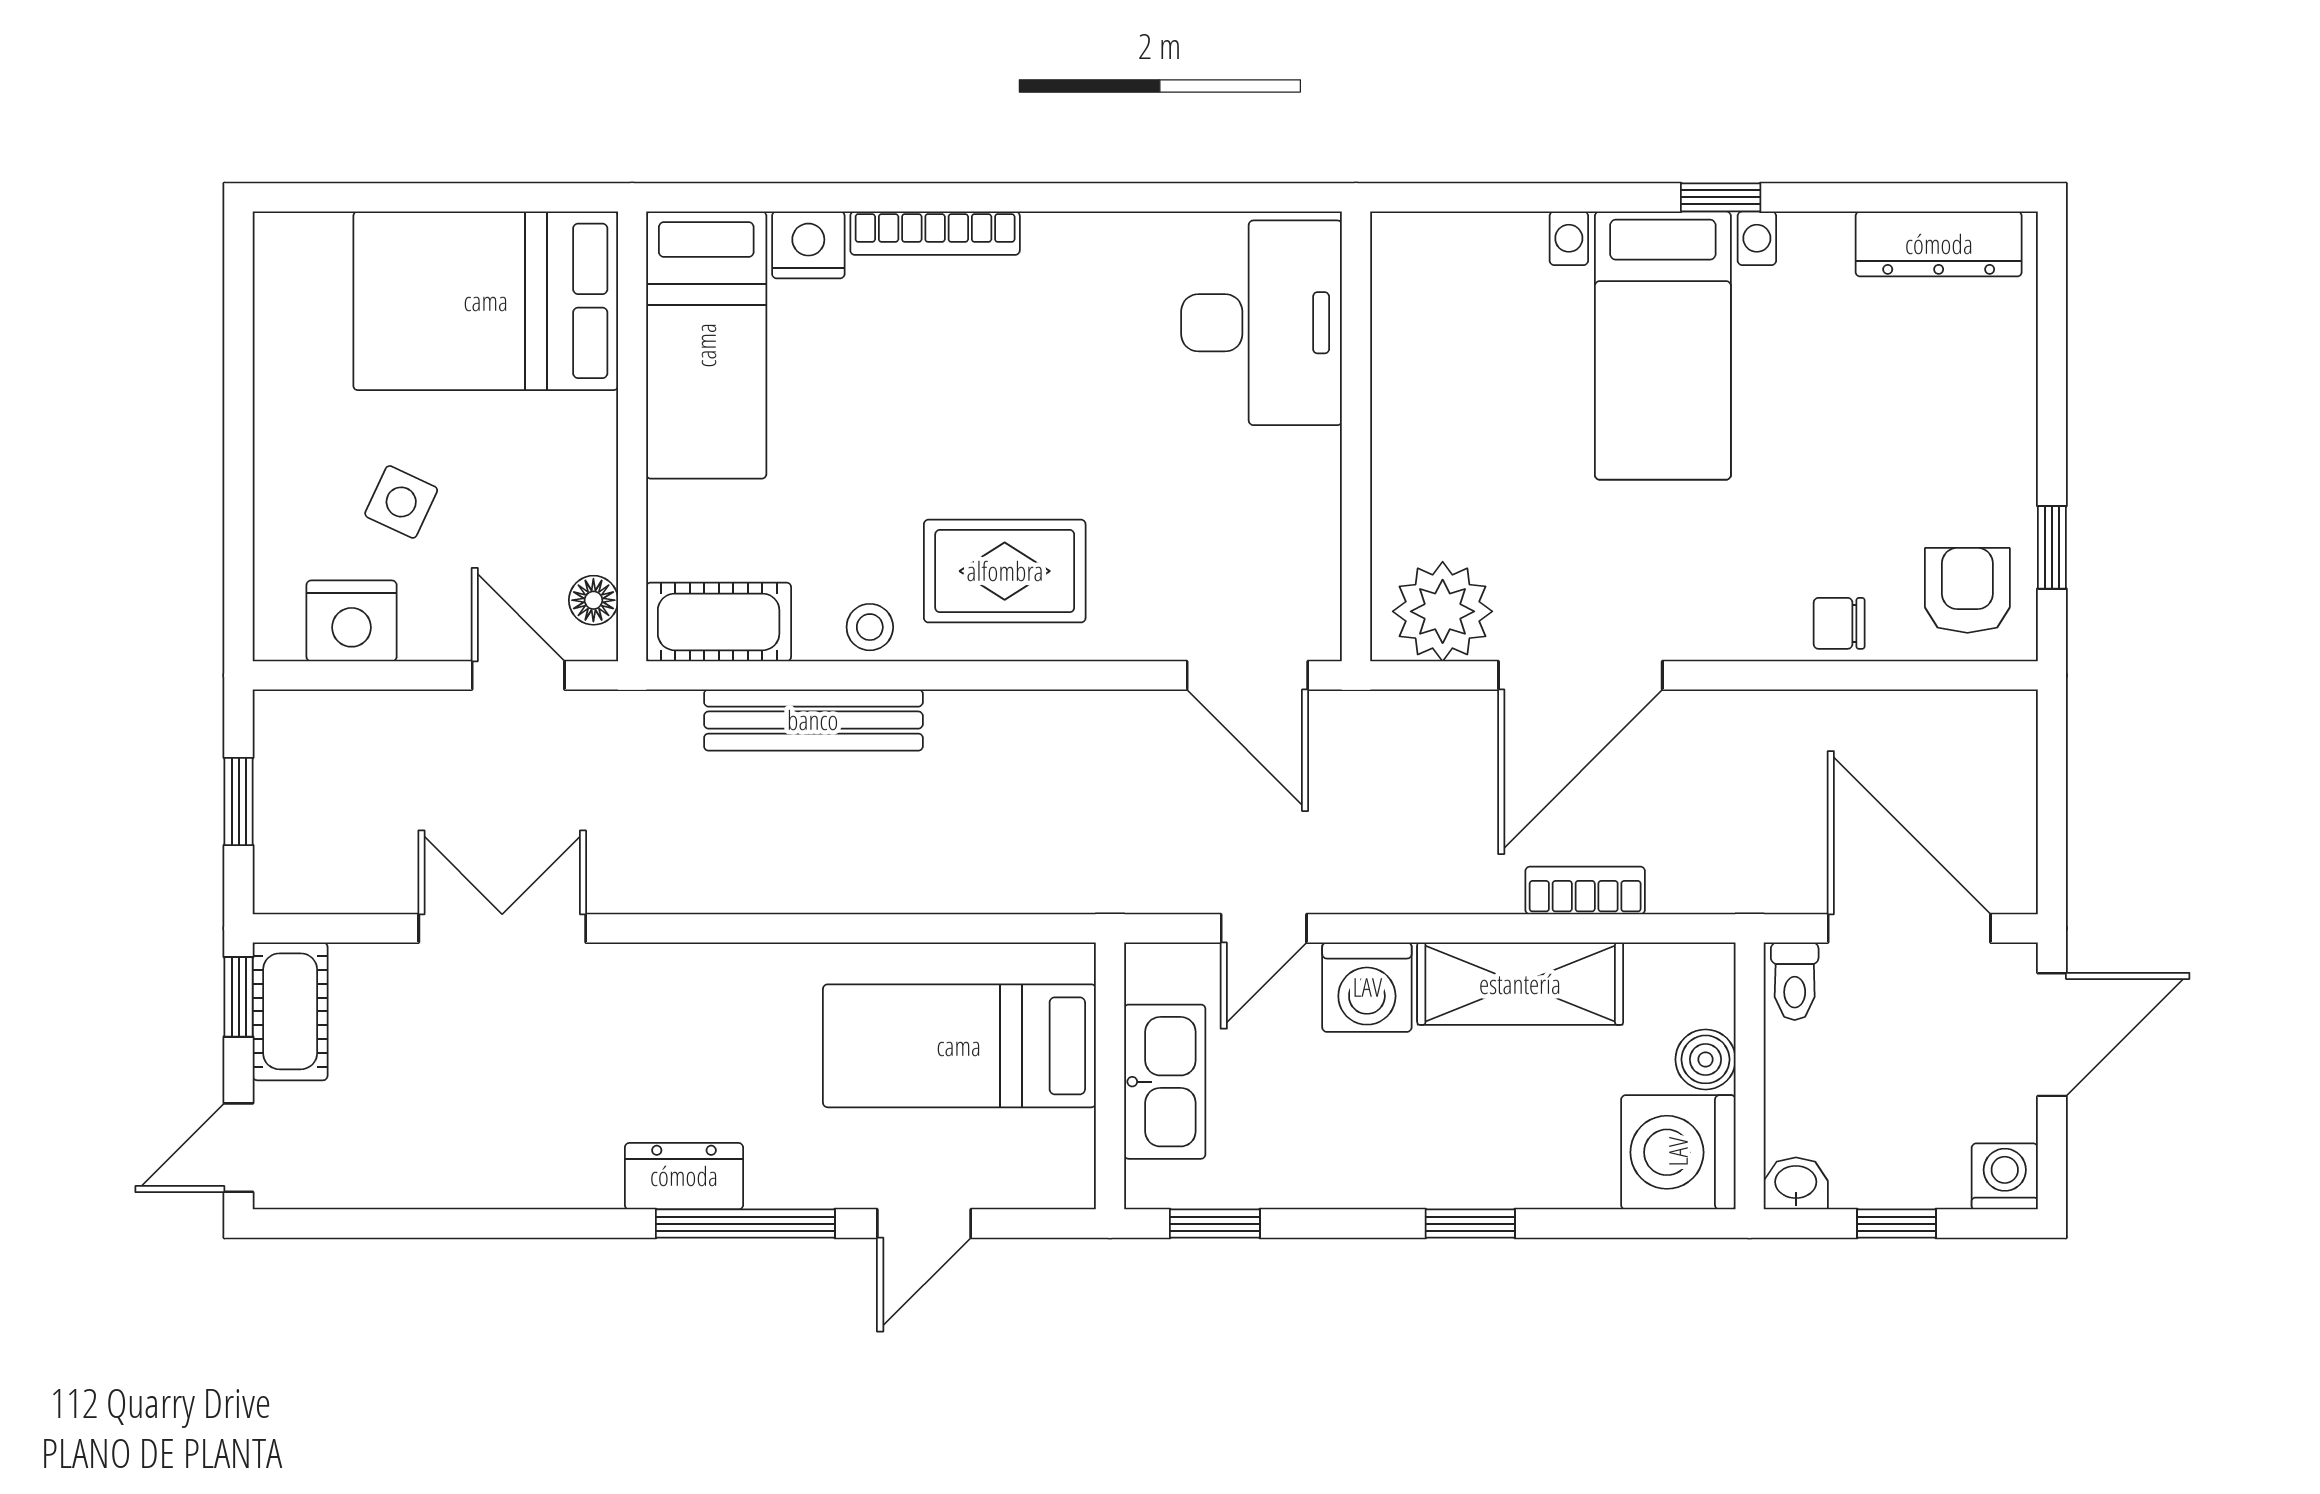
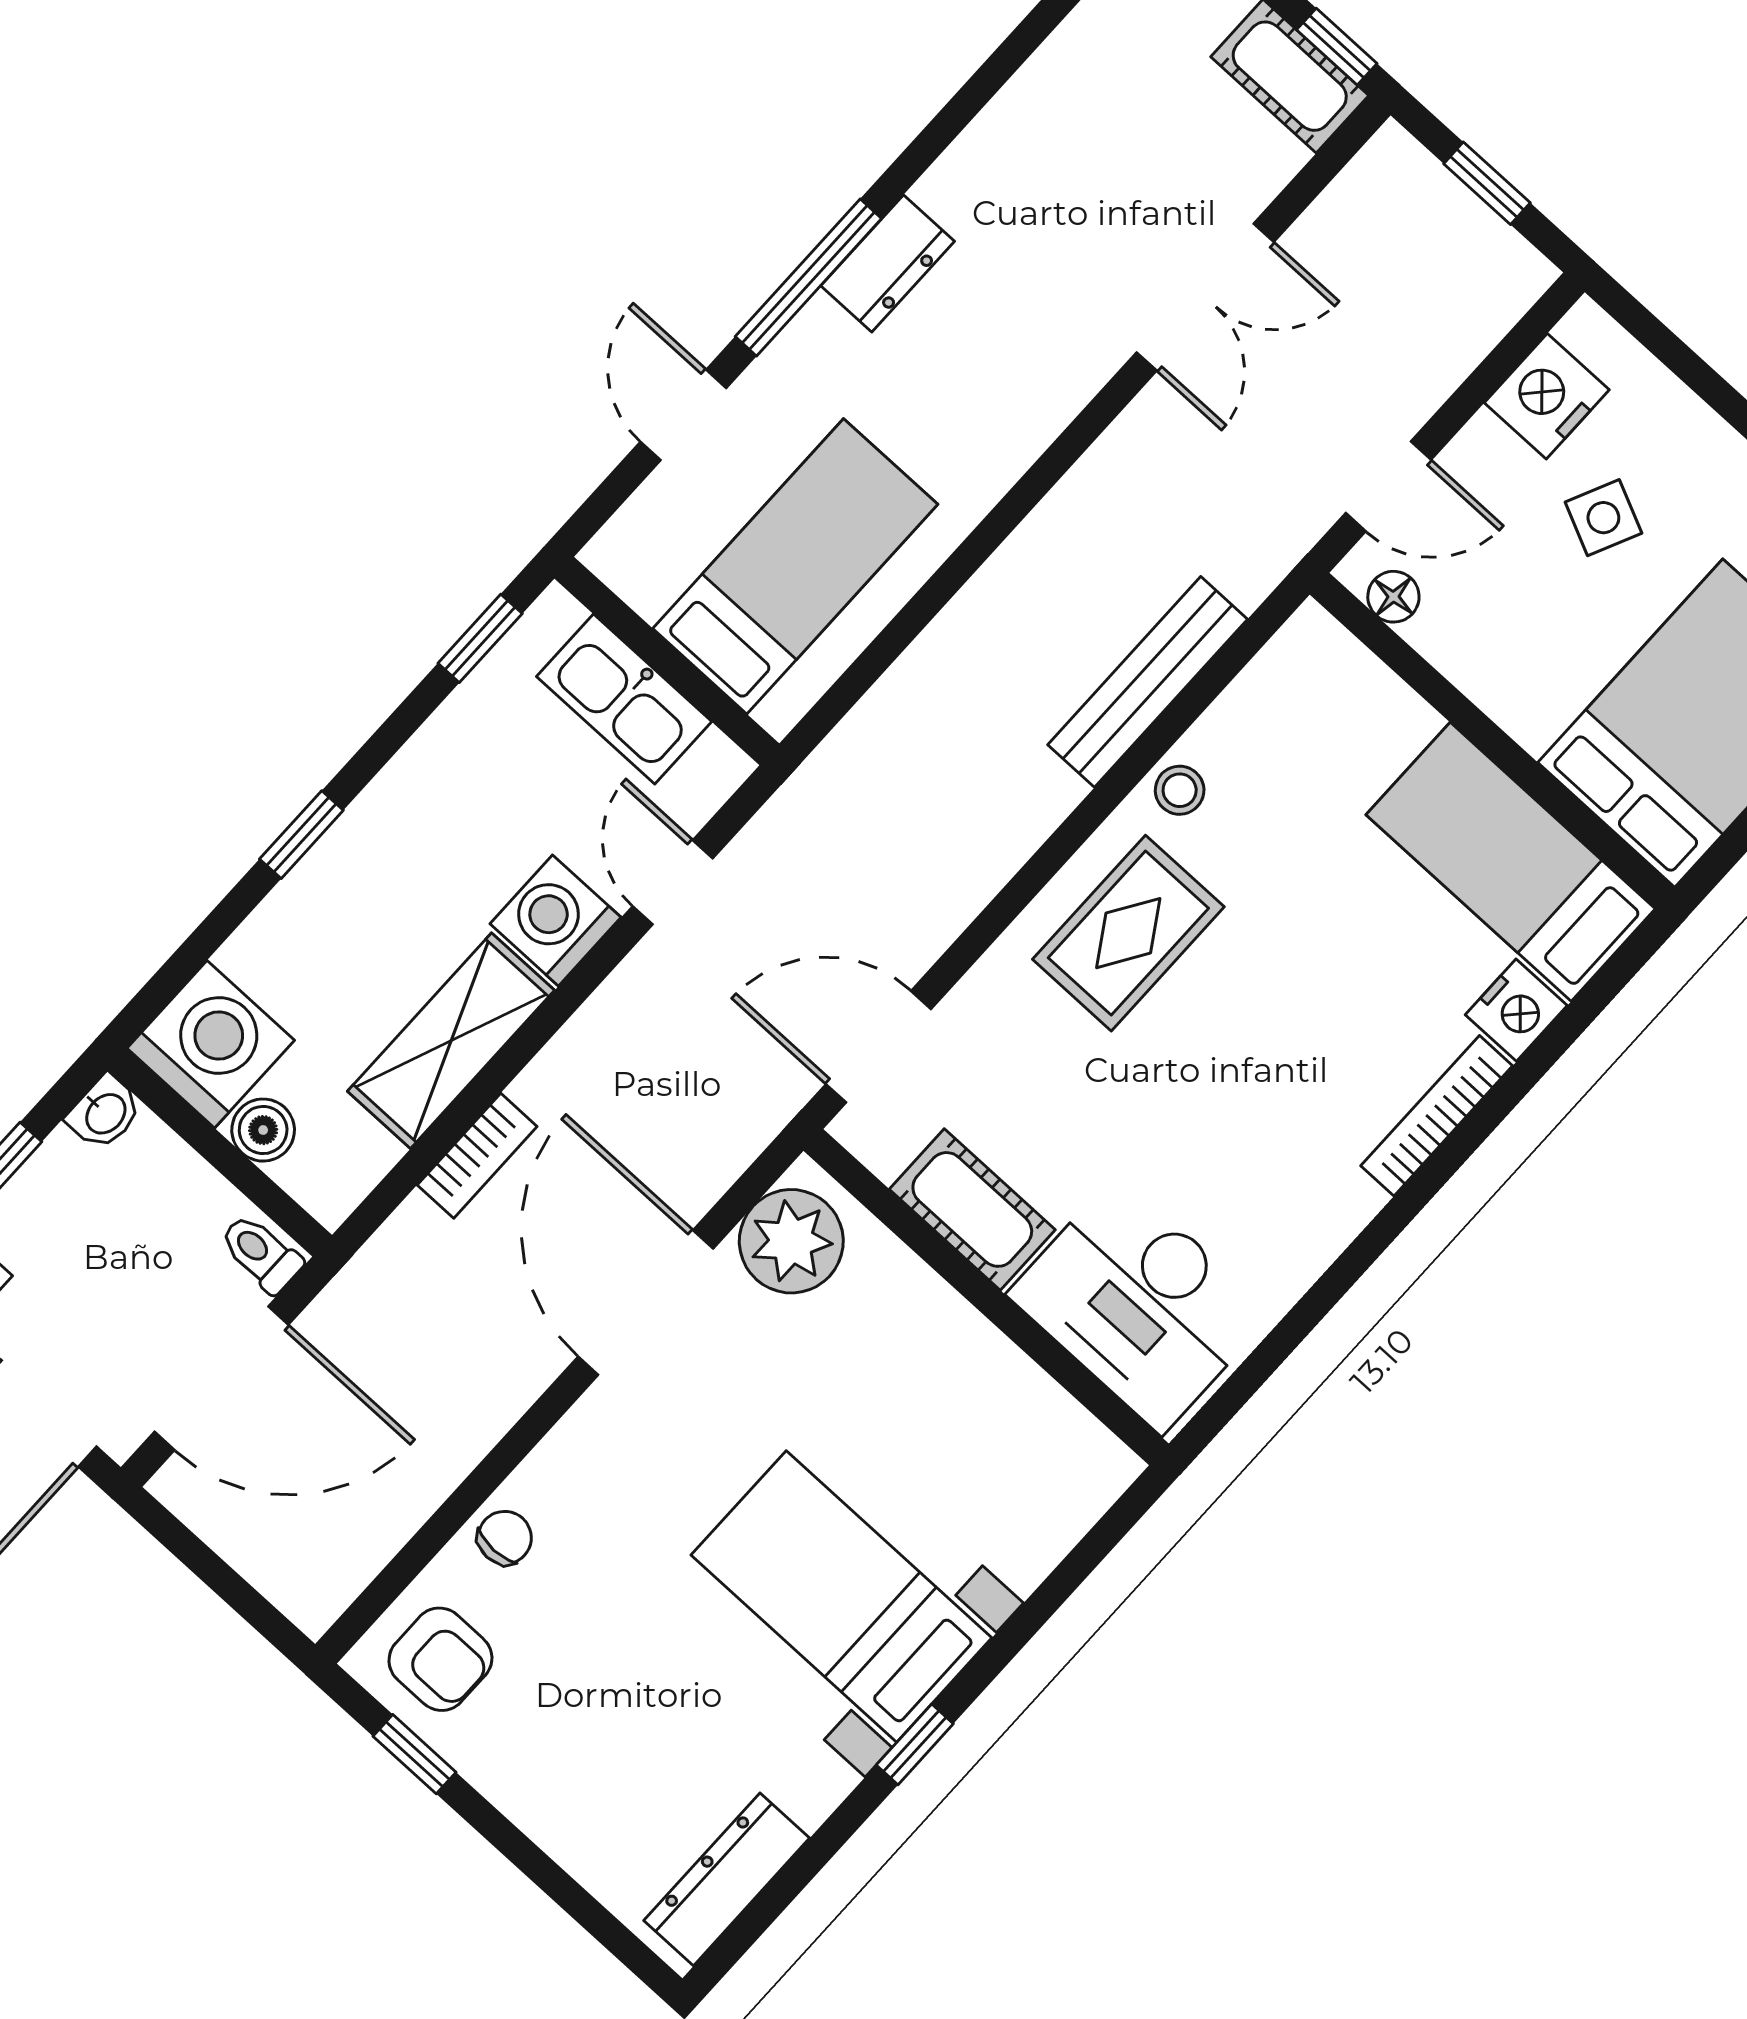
cot: (719, 622) -> (972, 1209), moved, turned 90

